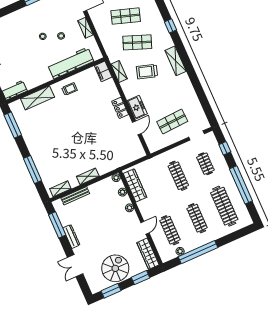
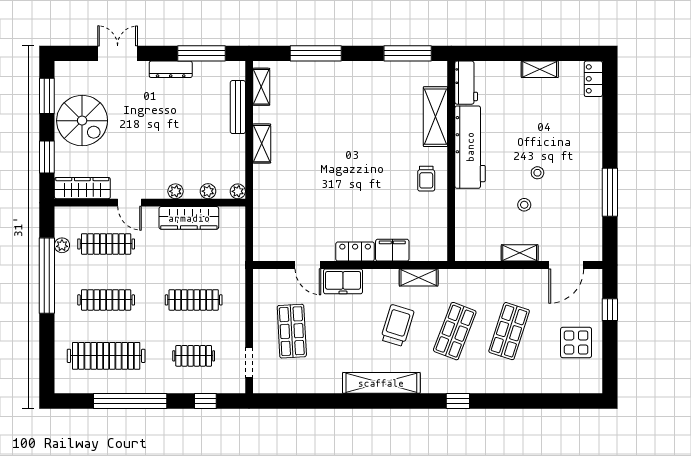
shelving: (176, 61) -> (381, 383), width x1.47
workbench: (71, 63) -> (470, 147), moved
filing cabinet: (103, 71) -> (392, 250), moved
wardrobe: (135, 185) -> (189, 218), moved

